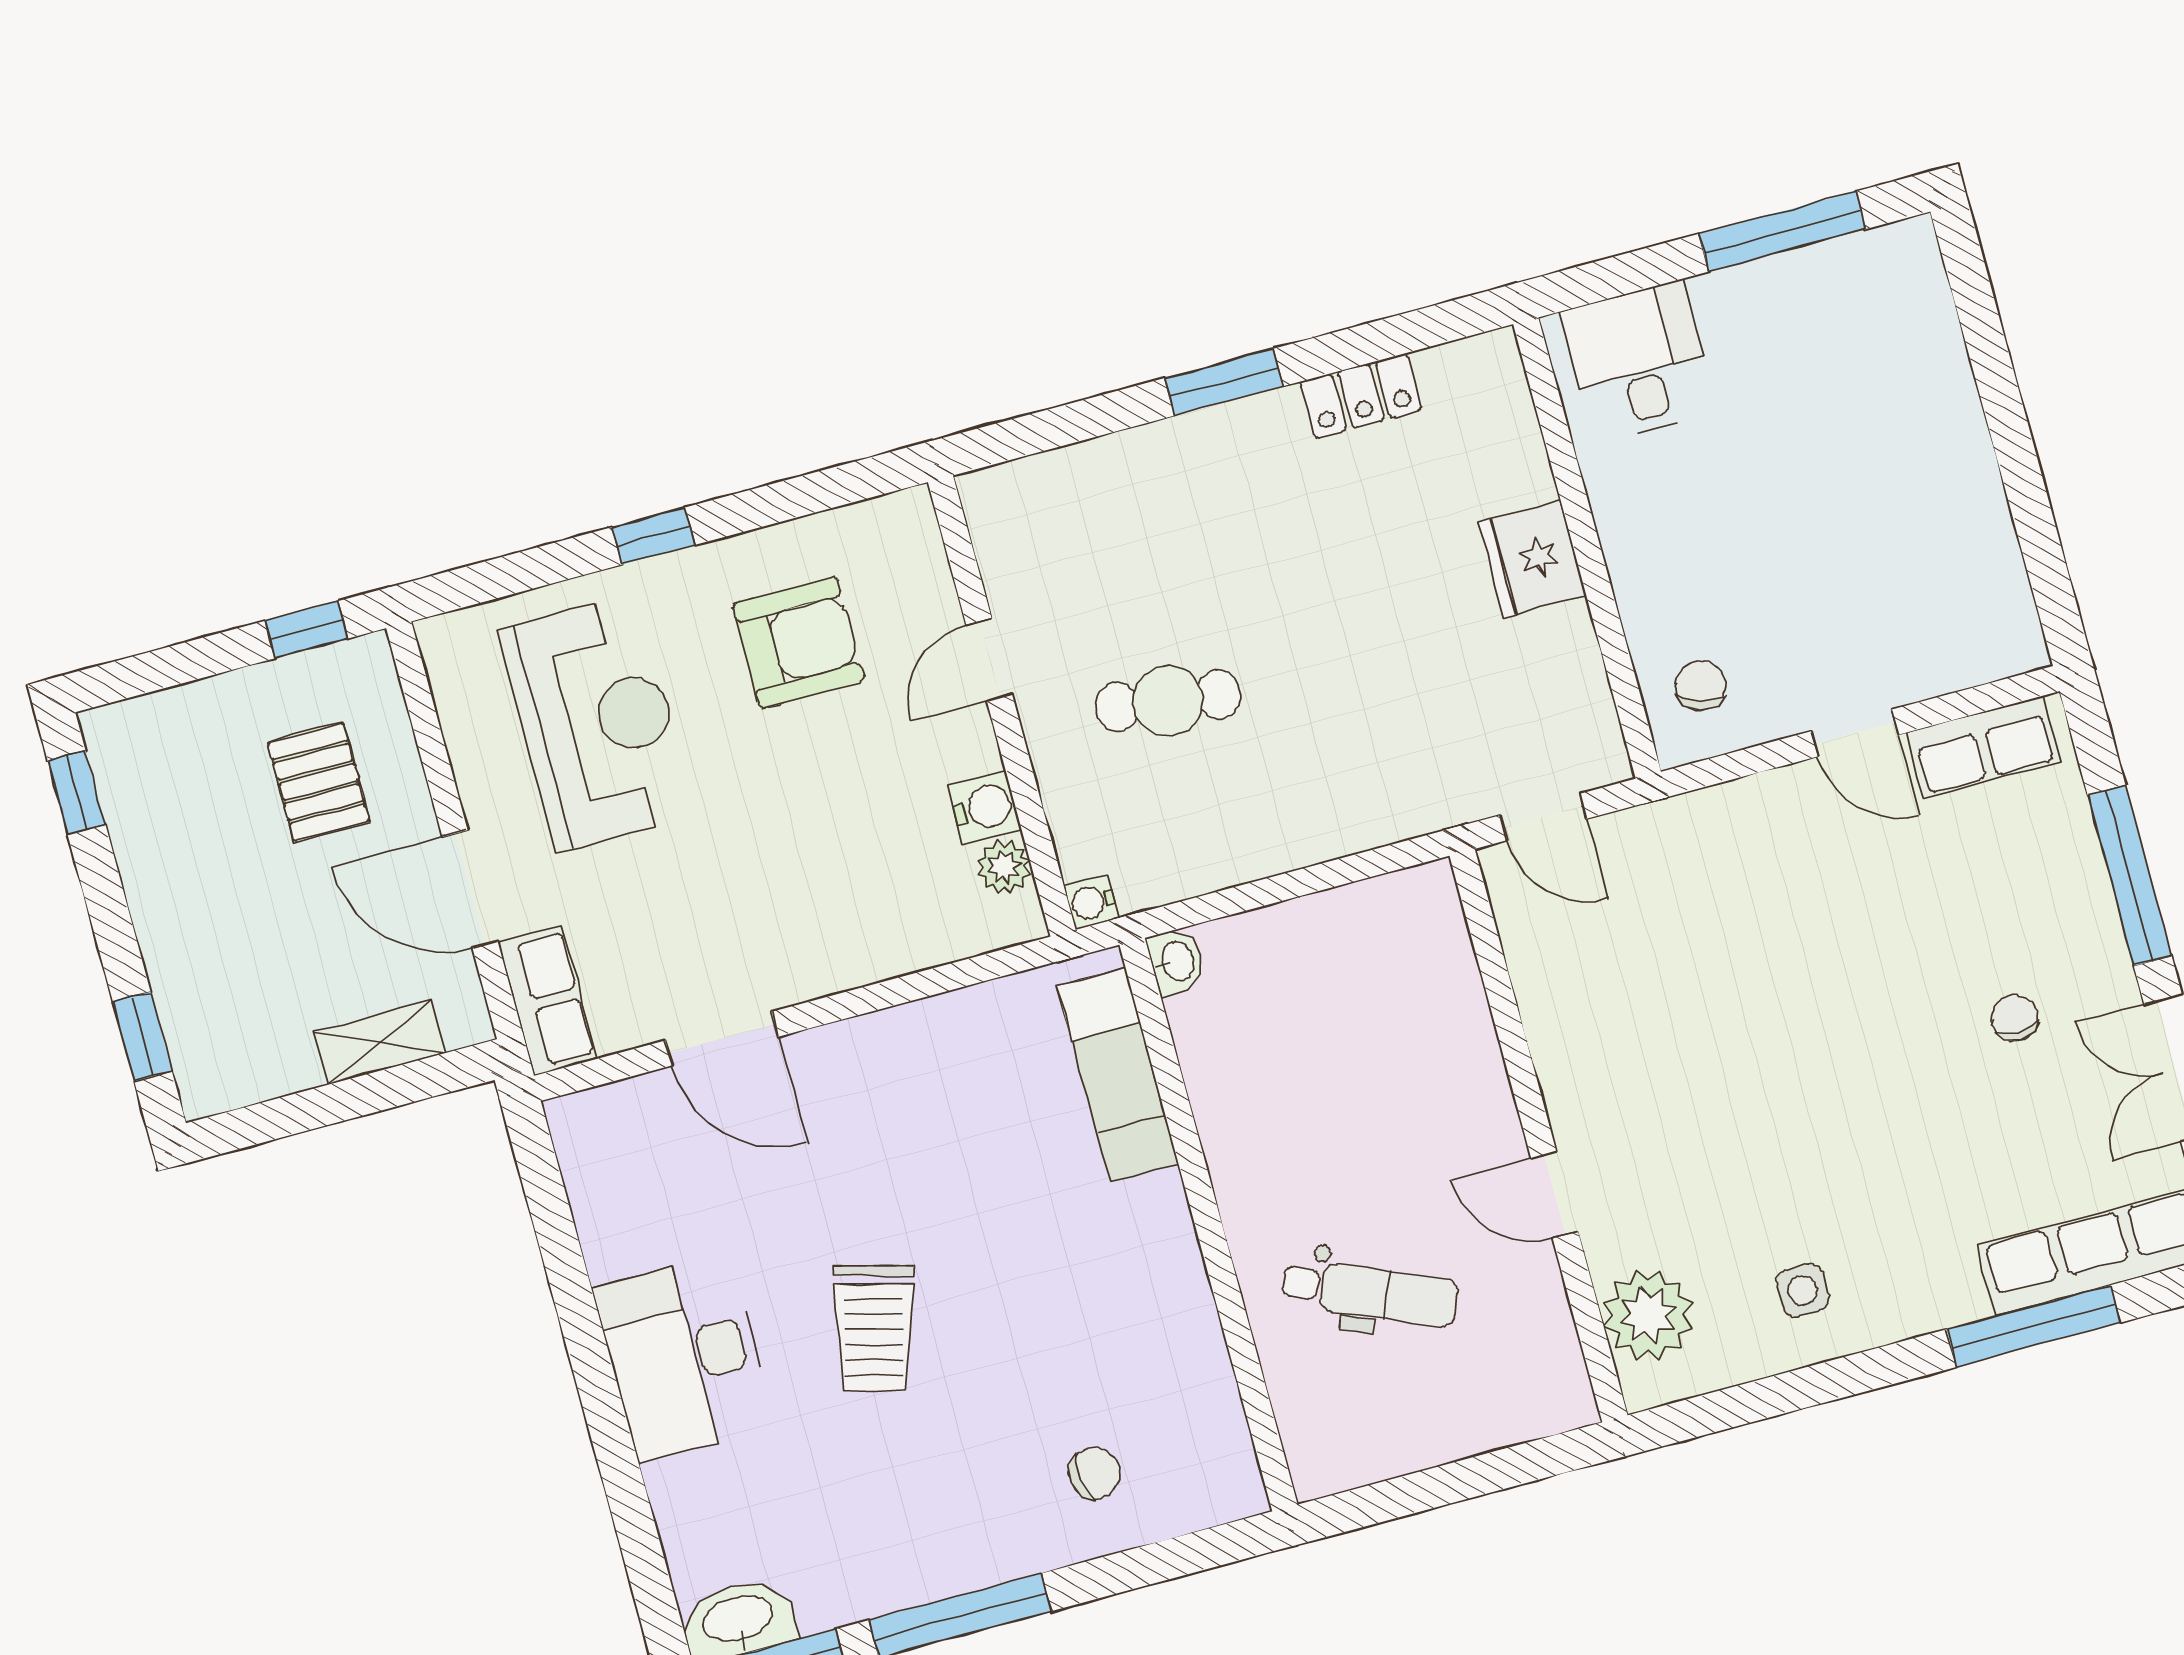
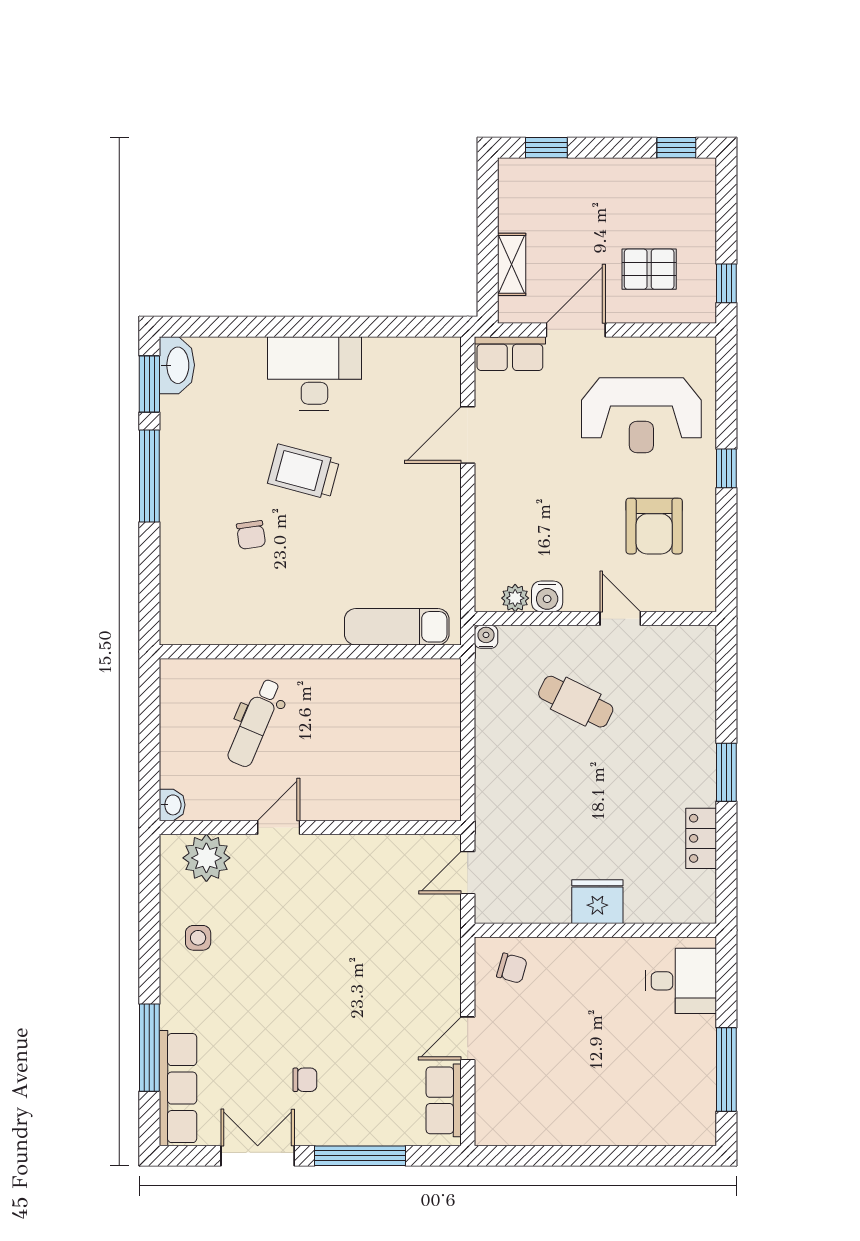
cafe table: (1168, 701) -> (576, 702), turned -72
washbasin: (1177, 961) -> (172, 805), moved, turned -90
chair: (1095, 1473) -> (251, 535), moved

